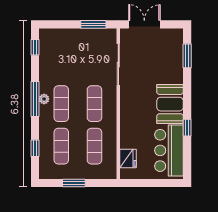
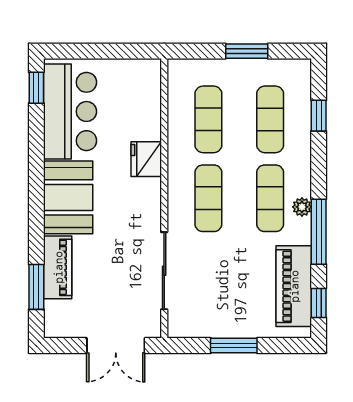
window: (93, 24) -> (234, 345), moved
piano: (48, 56) -> (294, 286), added
piano: (176, 66) -> (58, 267), added
window: (35, 99) -> (319, 232), moved
window: (187, 128) -> (36, 88), moved
fridge: (128, 159) -> (146, 159), moved

